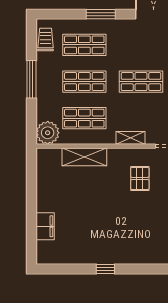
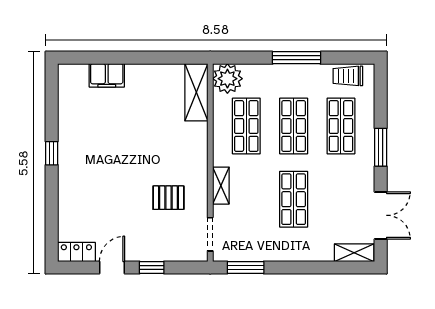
trolley: (46, 40) -> (348, 76), turned 180
shelving: (84, 157) -> (196, 92), moved

